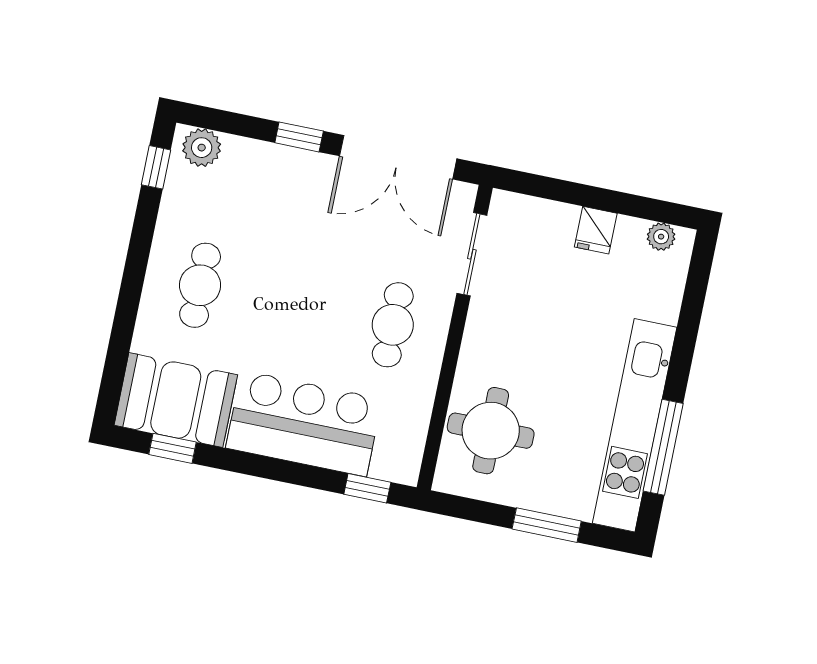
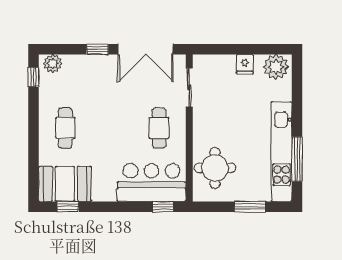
plant: (661, 237) -> (276, 67), width x1.87, depth x1.87
bar counter: (304, 423) -> (152, 182), moved

